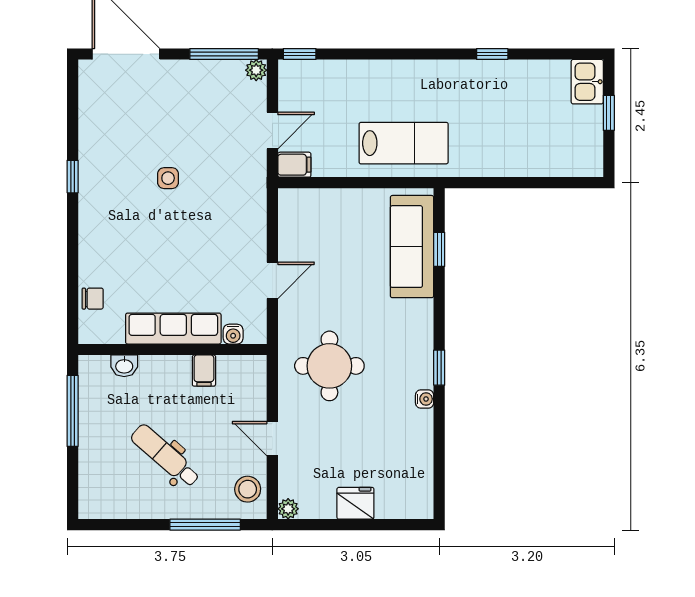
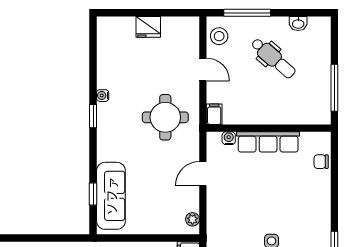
washbasin: (124, 366) -> (298, 24), moved, turned 180
filing cabinet: (204, 371) -> (214, 114), moved
plant: (288, 509) -> (192, 219), moved

